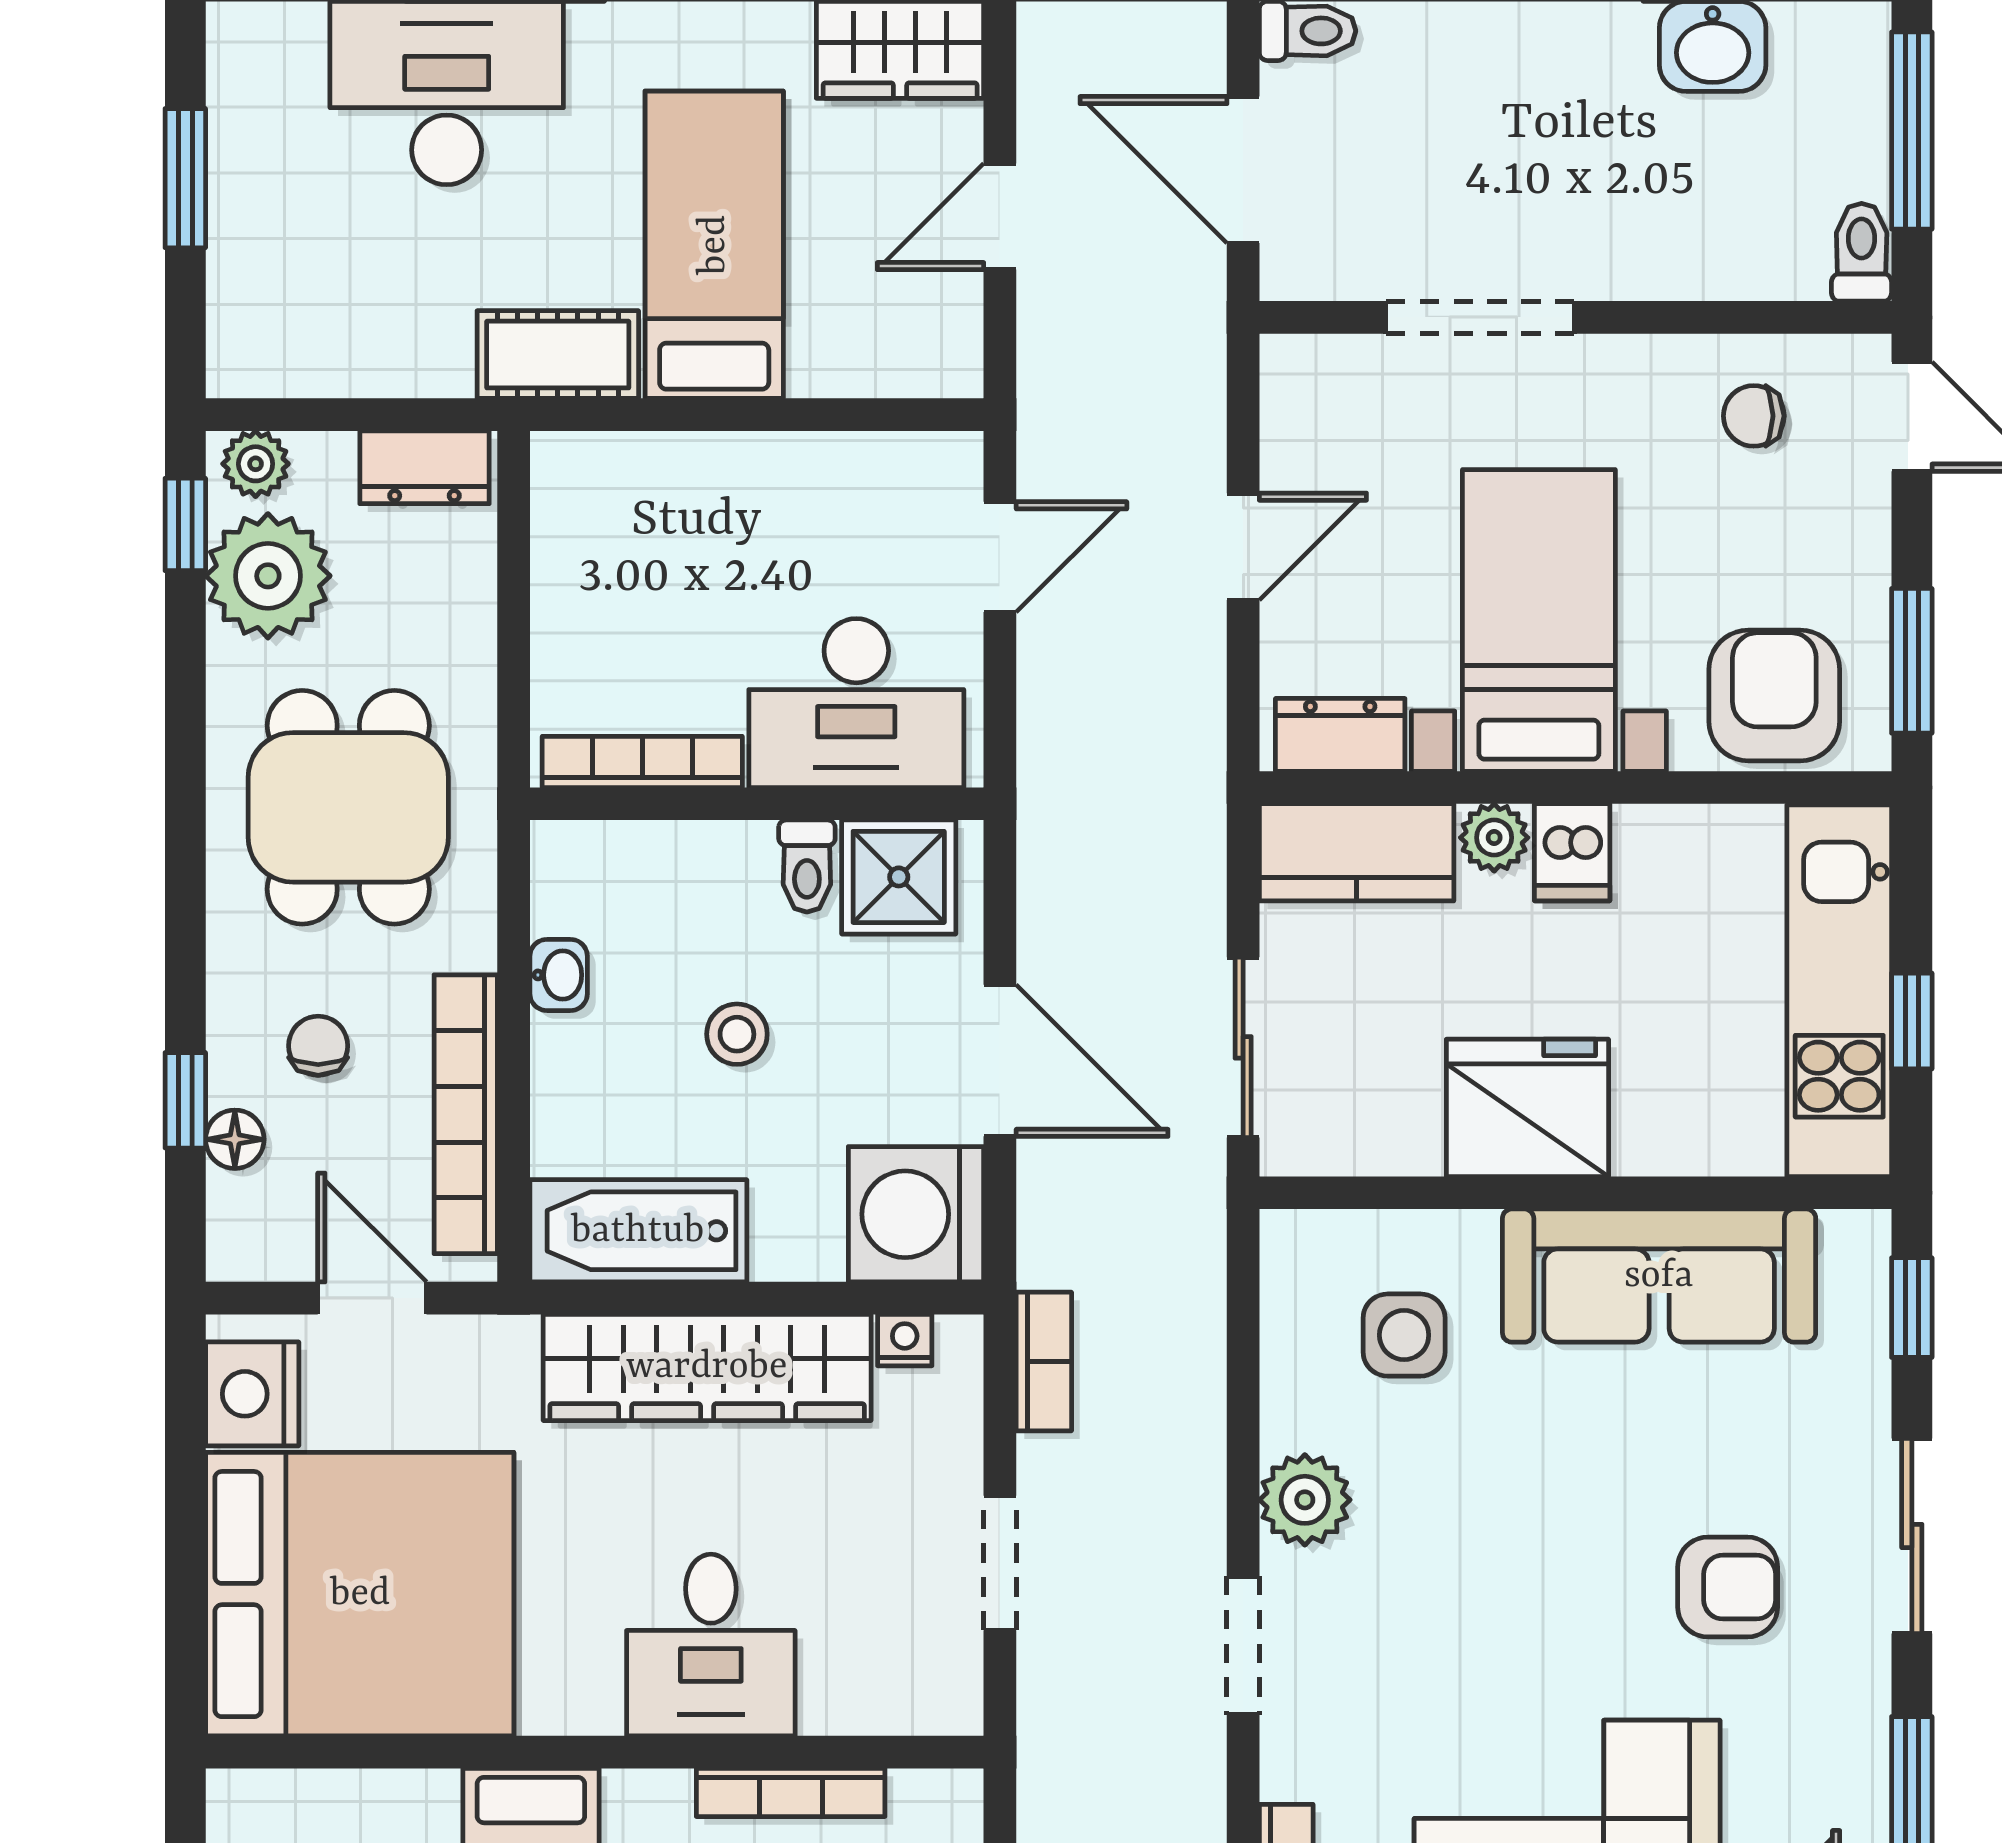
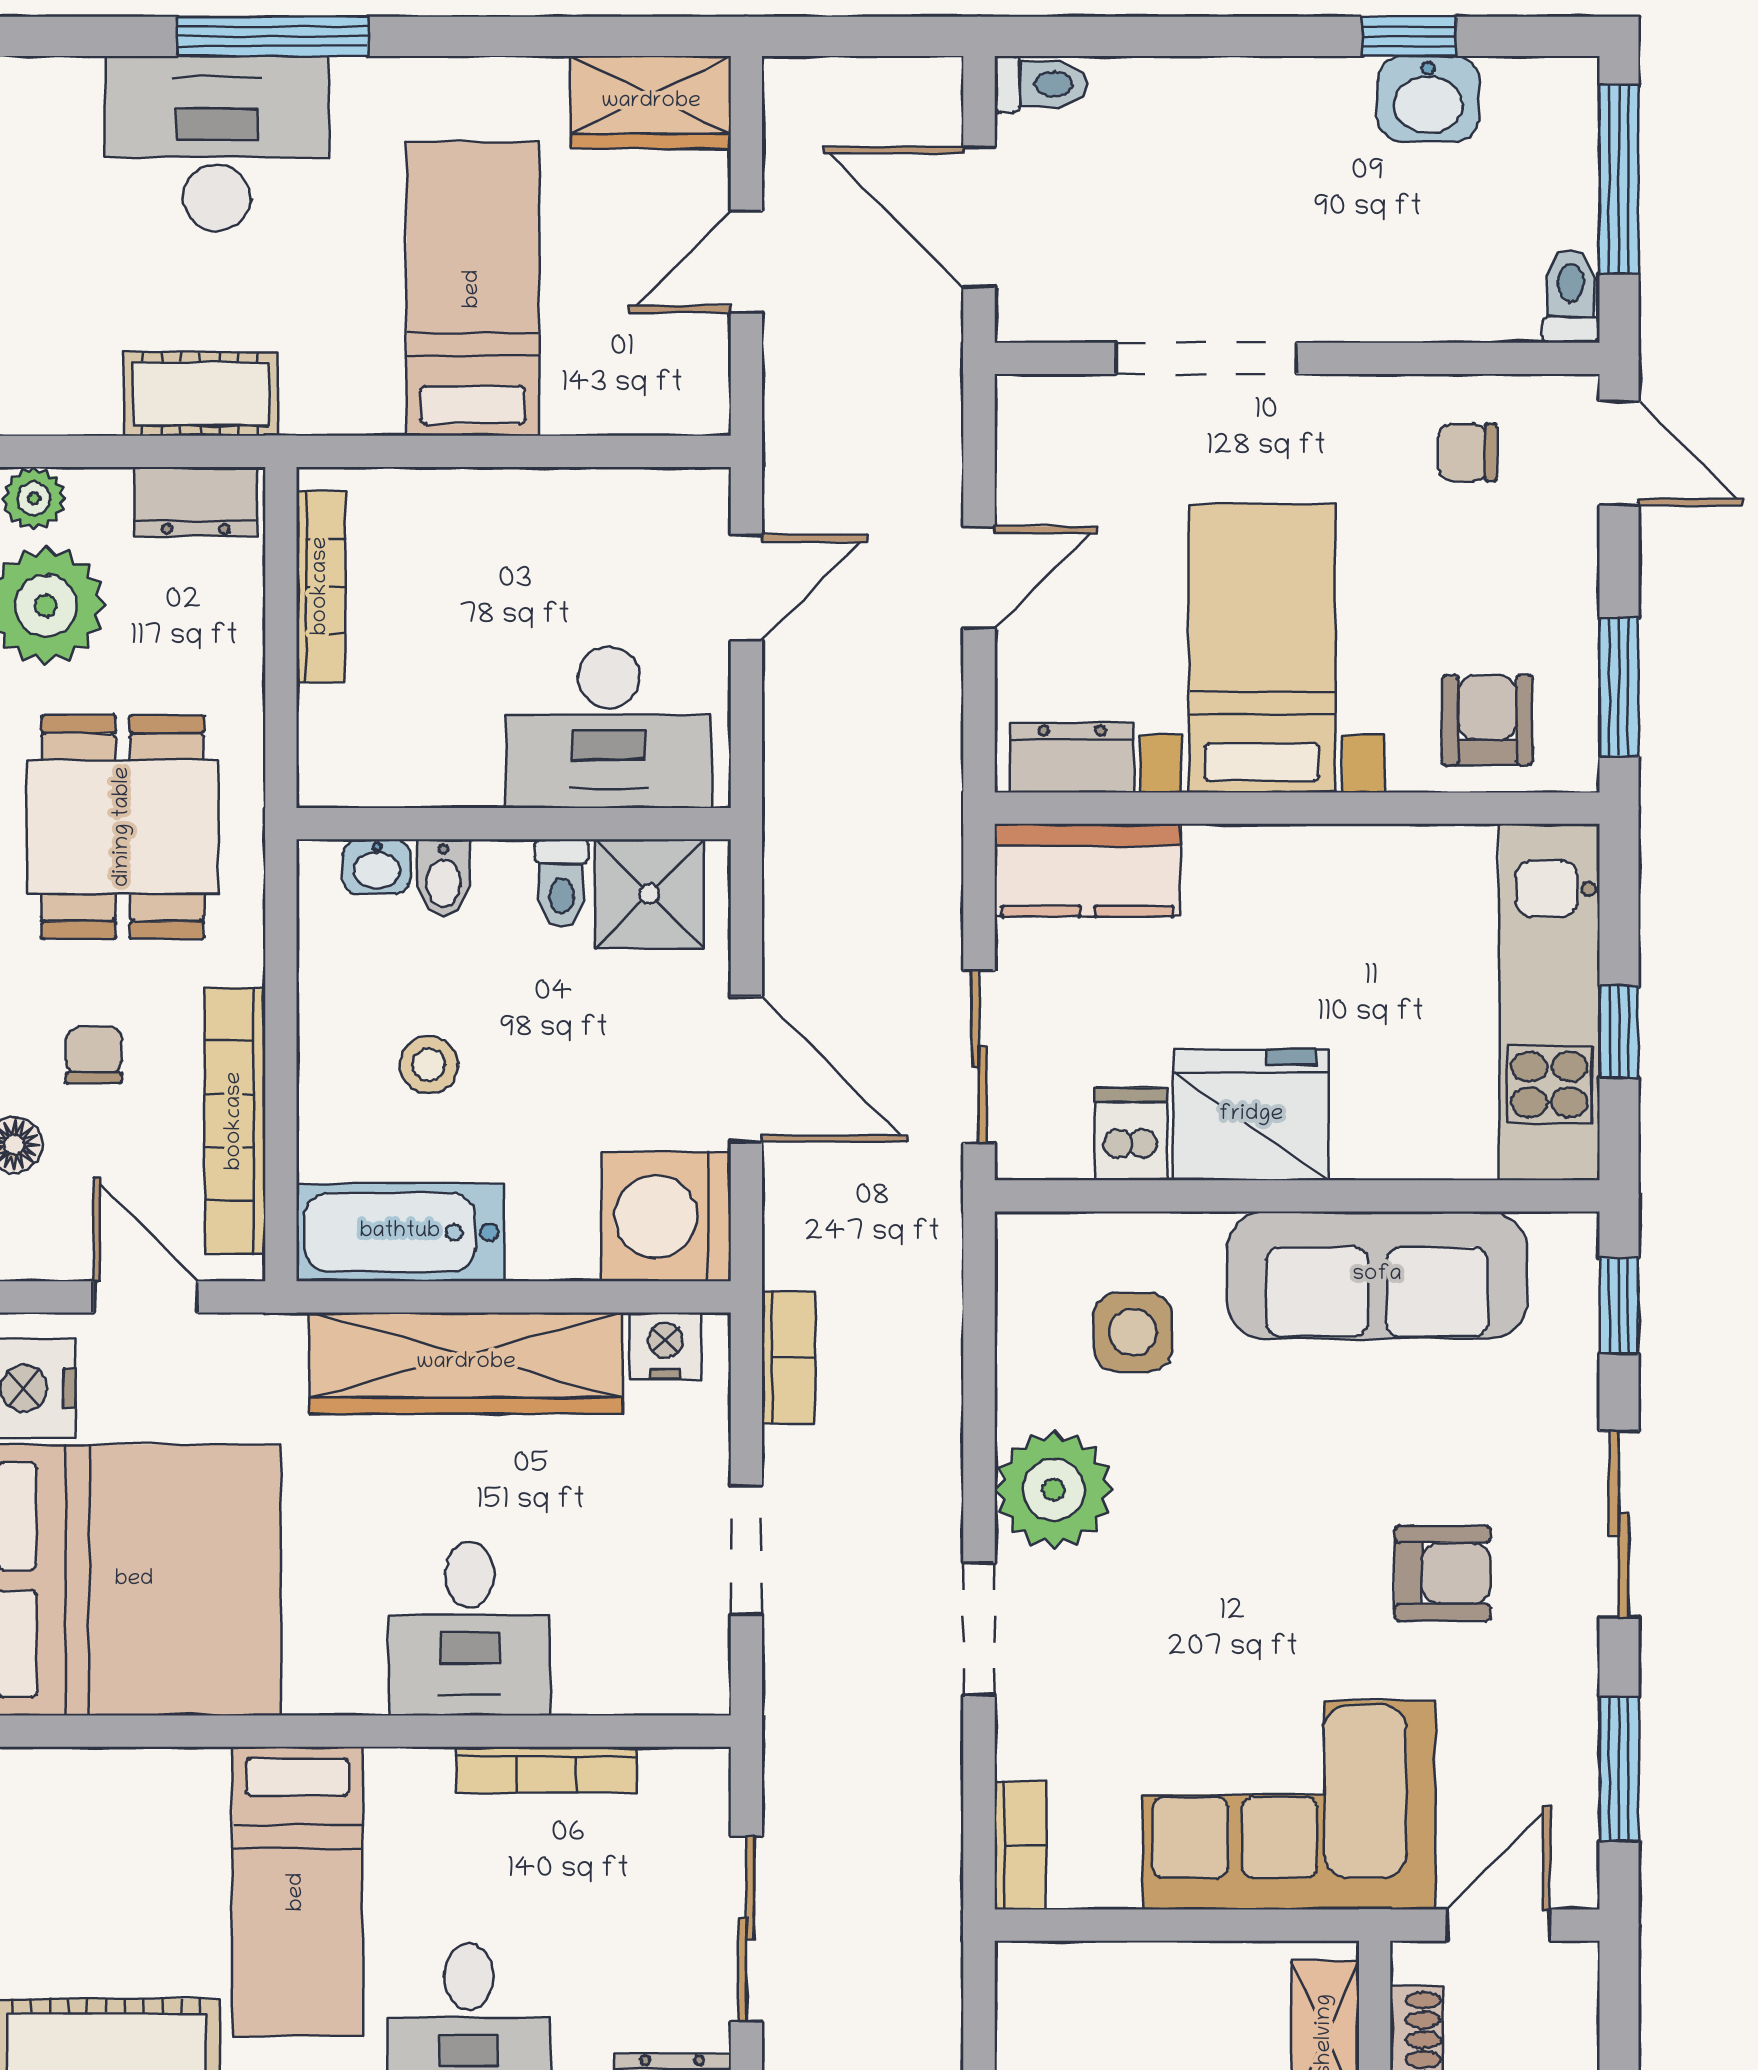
cot: (558, 355) -> (200, 394), moved
armchair: (1774, 695) -> (1487, 720), width x0.72, depth x0.72
bookcase: (642, 762) -> (321, 586), moved, turned 90
plant: (1494, 838) -> (1219, 856), removed
dishwasher: (1572, 852) -> (1131, 1134), moved, turned 180
bidet: (684, 860) -> (444, 878), added
washbasin: (559, 975) -> (377, 867), moved, turned 90
stool: (737, 1034) -> (429, 1065), moved
nightstand: (905, 1340) -> (665, 1346), width x1.39, depth x1.35
plant: (1305, 1500) -> (1054, 1490), width x1.36, depth x1.36

